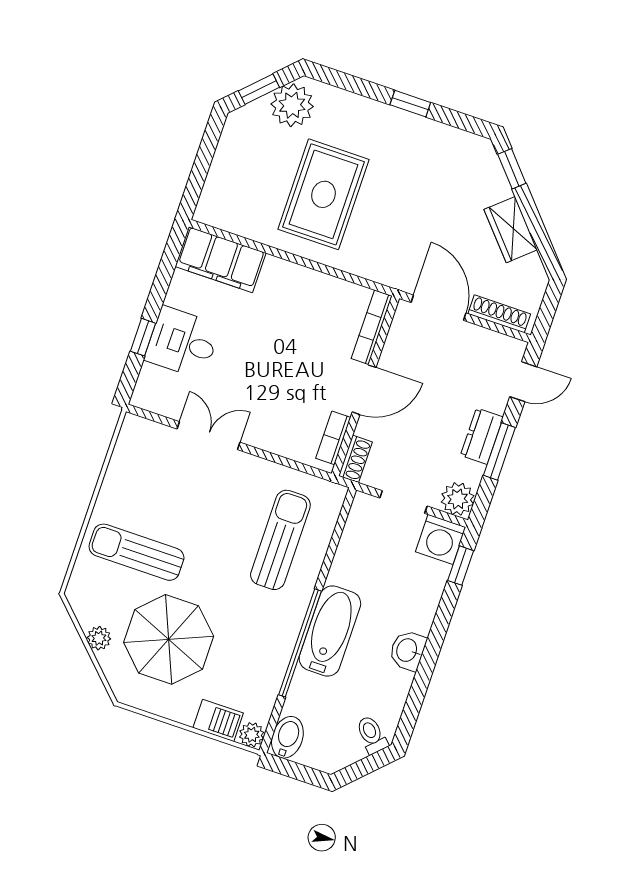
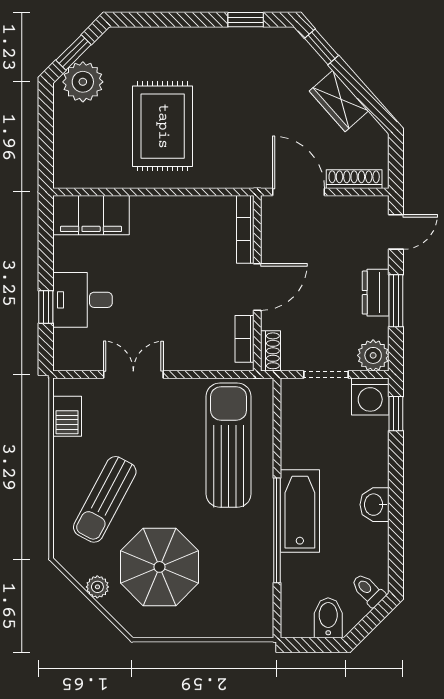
window: (410, 104) -> (246, 20), moved
plant: (292, 105) -> (83, 82), moved
sun lounger: (280, 540) -> (229, 445), width x1.36, depth x1.34
sun lounger: (136, 552) -> (105, 499), turned -62
barbecue: (218, 720) -> (67, 416), moved, turned 90
plant: (252, 735) -> (262, 626), removed
bidet: (287, 737) -> (328, 618), moved

